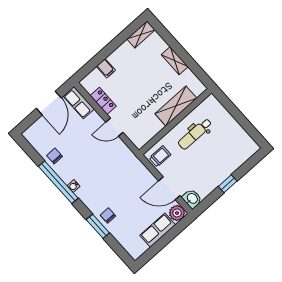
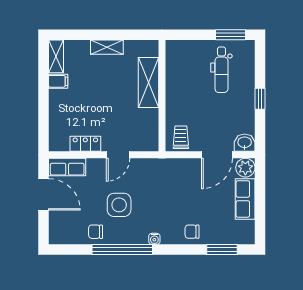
filing cabinet: (106, 68) -> (58, 81), moved
window: (251, 130) -> (230, 35), added
dental chair: (195, 134) -> (221, 70), moved
side table: (84, 156) -> (119, 205), added
water cooler: (74, 186) -> (154, 239), moved
window: (98, 226) -> (222, 249), moved

